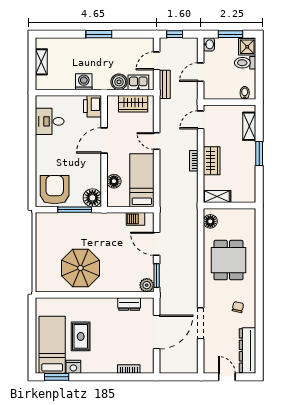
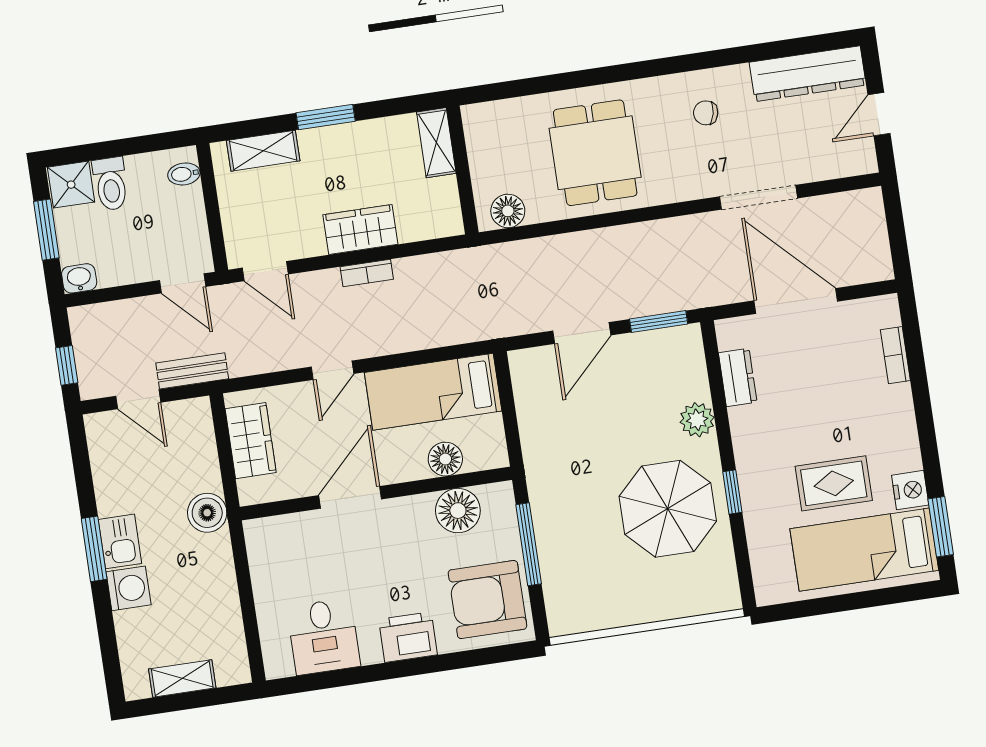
door: (201, 72) -> (183, 283), moved
washing machine: (84, 82) -> (129, 588), moved, turned 180
boiler: (119, 82) -> (207, 513), moved
kitchen sink: (138, 82) -> (120, 541), moved, turned 180
printer: (93, 106) -> (408, 637), moved, turned 180
door: (104, 140) -> (350, 497), swing flipped
shelving: (217, 197) -> (436, 143), moved
floor lamp: (92, 198) -> (458, 511), moved
barbecue: (136, 219) -> (529, 393), removed
dining table: (228, 260) -> (595, 153), turned 90
plant: (147, 285) -> (697, 420), moved
window: (83, 295) -> (732, 492), added

